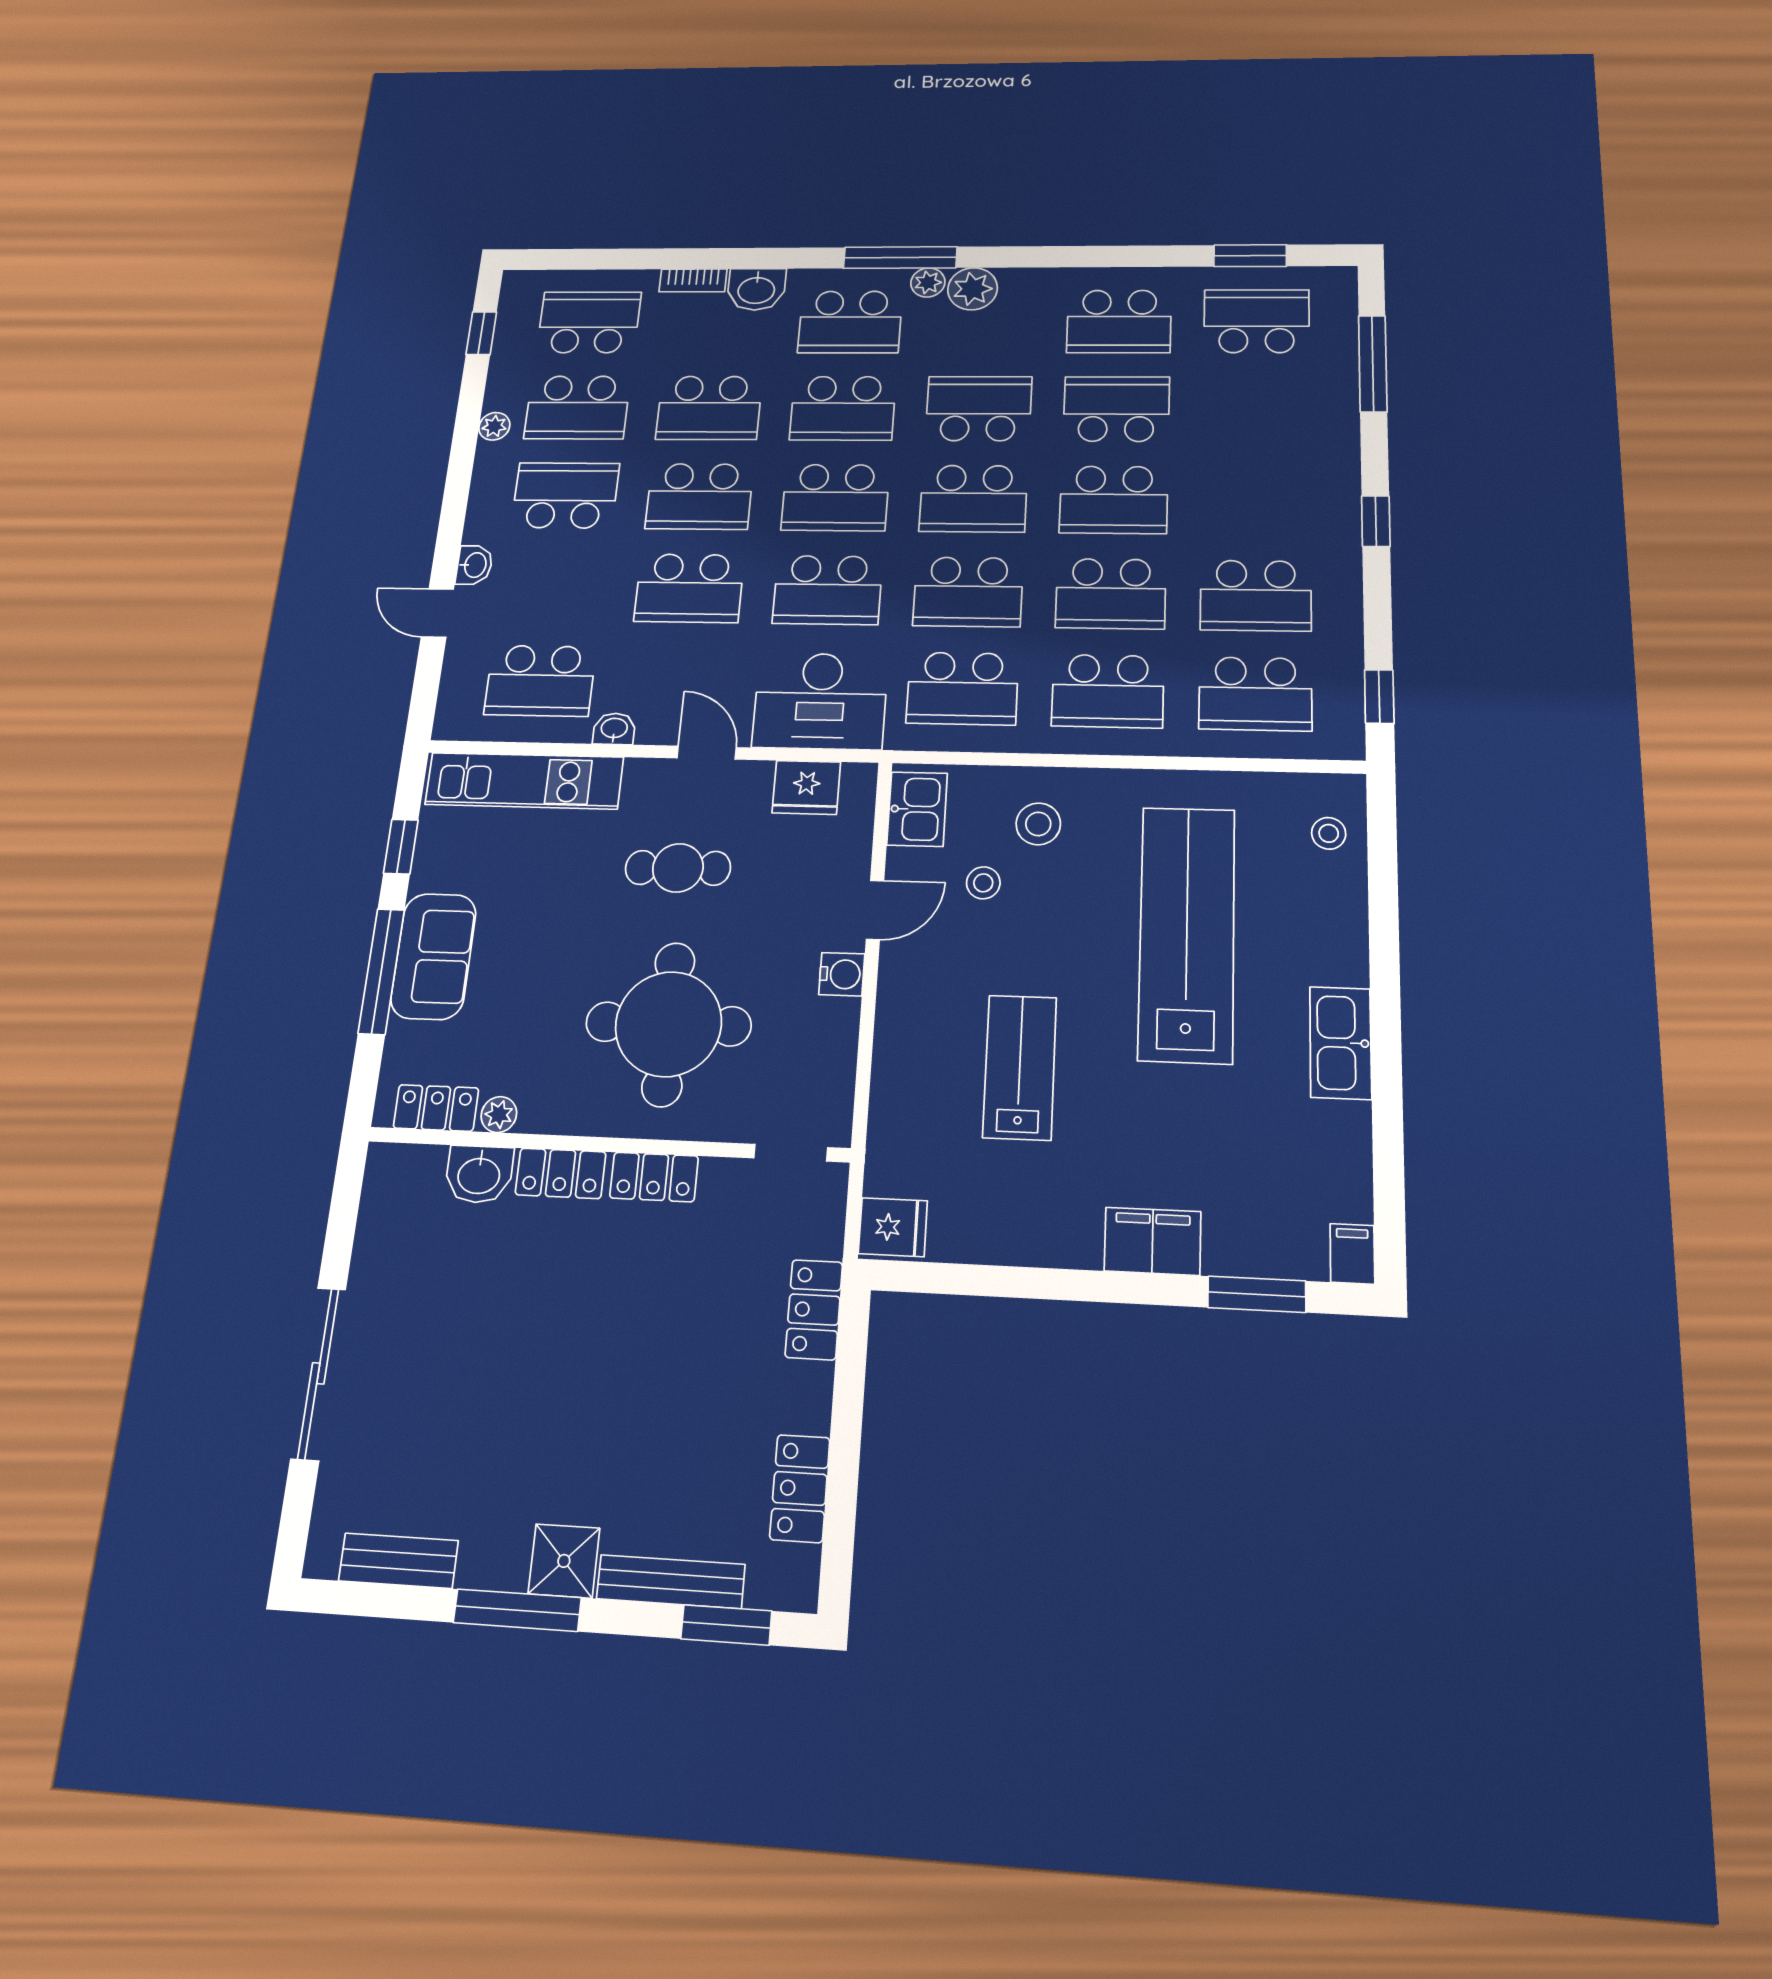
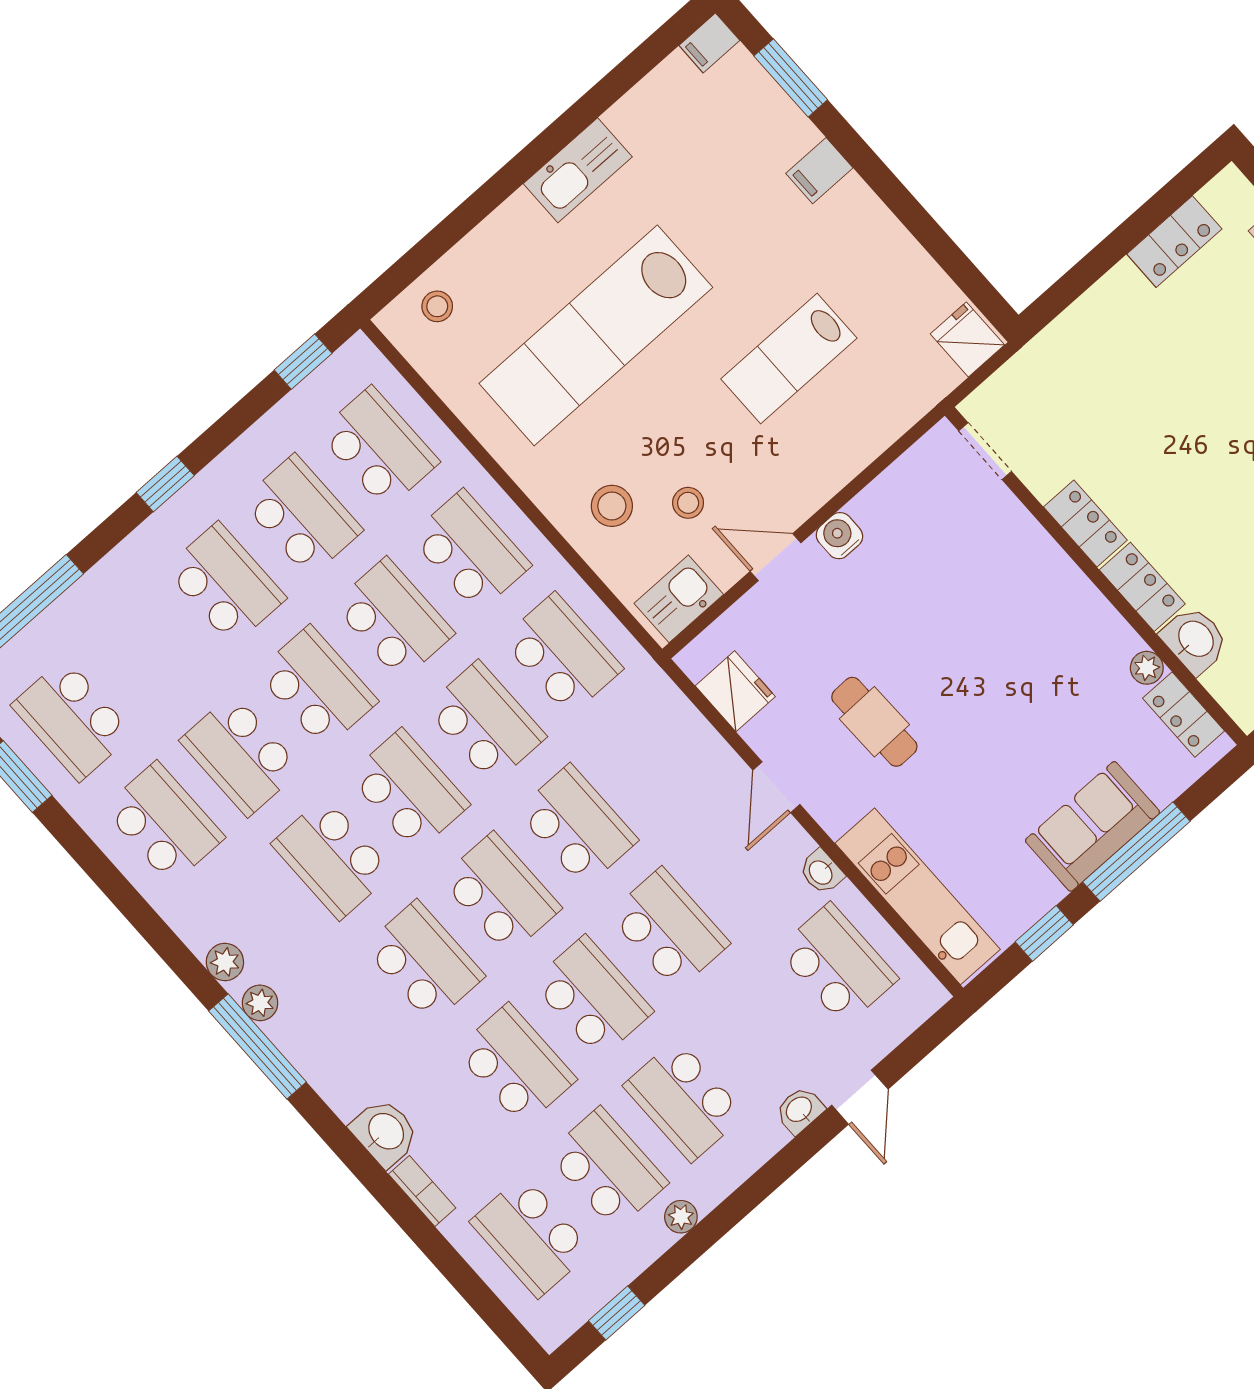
plant: (973, 289) -> (225, 962), width x0.73, depth x0.73
school desk: (850, 322) -> (225, 584), moved
desk: (820, 701) -> (664, 745), removed
round table: (668, 1024) -> (982, 617), removed
filing cabinet: (1153, 1241) -> (819, 171), width x0.50
locker: (814, 1310) -> (1065, 338), removed

